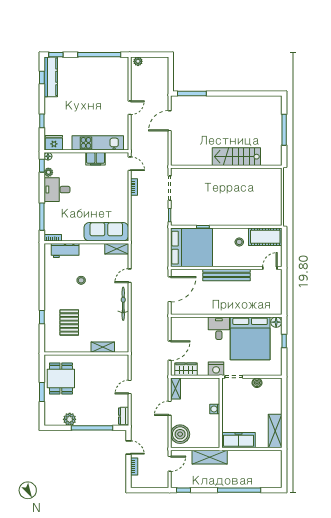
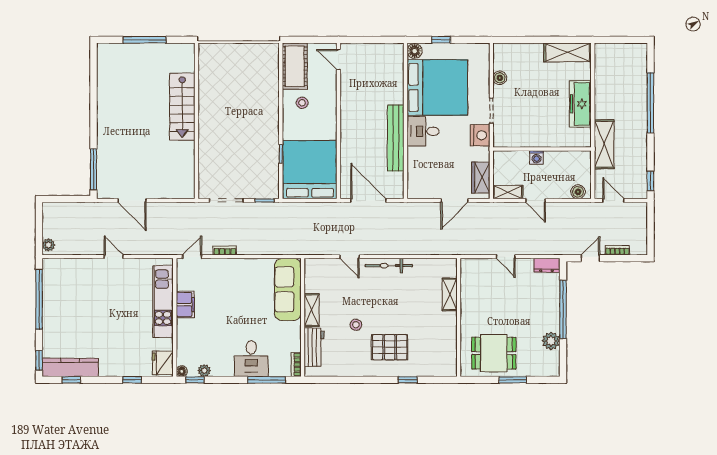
desk: (57, 190) -> (251, 359), moved
shelving: (117, 249) -> (312, 310), moved
bench: (227, 275) -> (396, 138), moved
pallet: (69, 322) -> (390, 347), moved
door: (170, 351) -> (454, 200), swing flipped
washing machine: (215, 409) -> (537, 157), moved
wall: (221, 413) -> (542, 149), moved
boiler: (180, 434) -> (578, 192), width x0.54, depth x0.54

